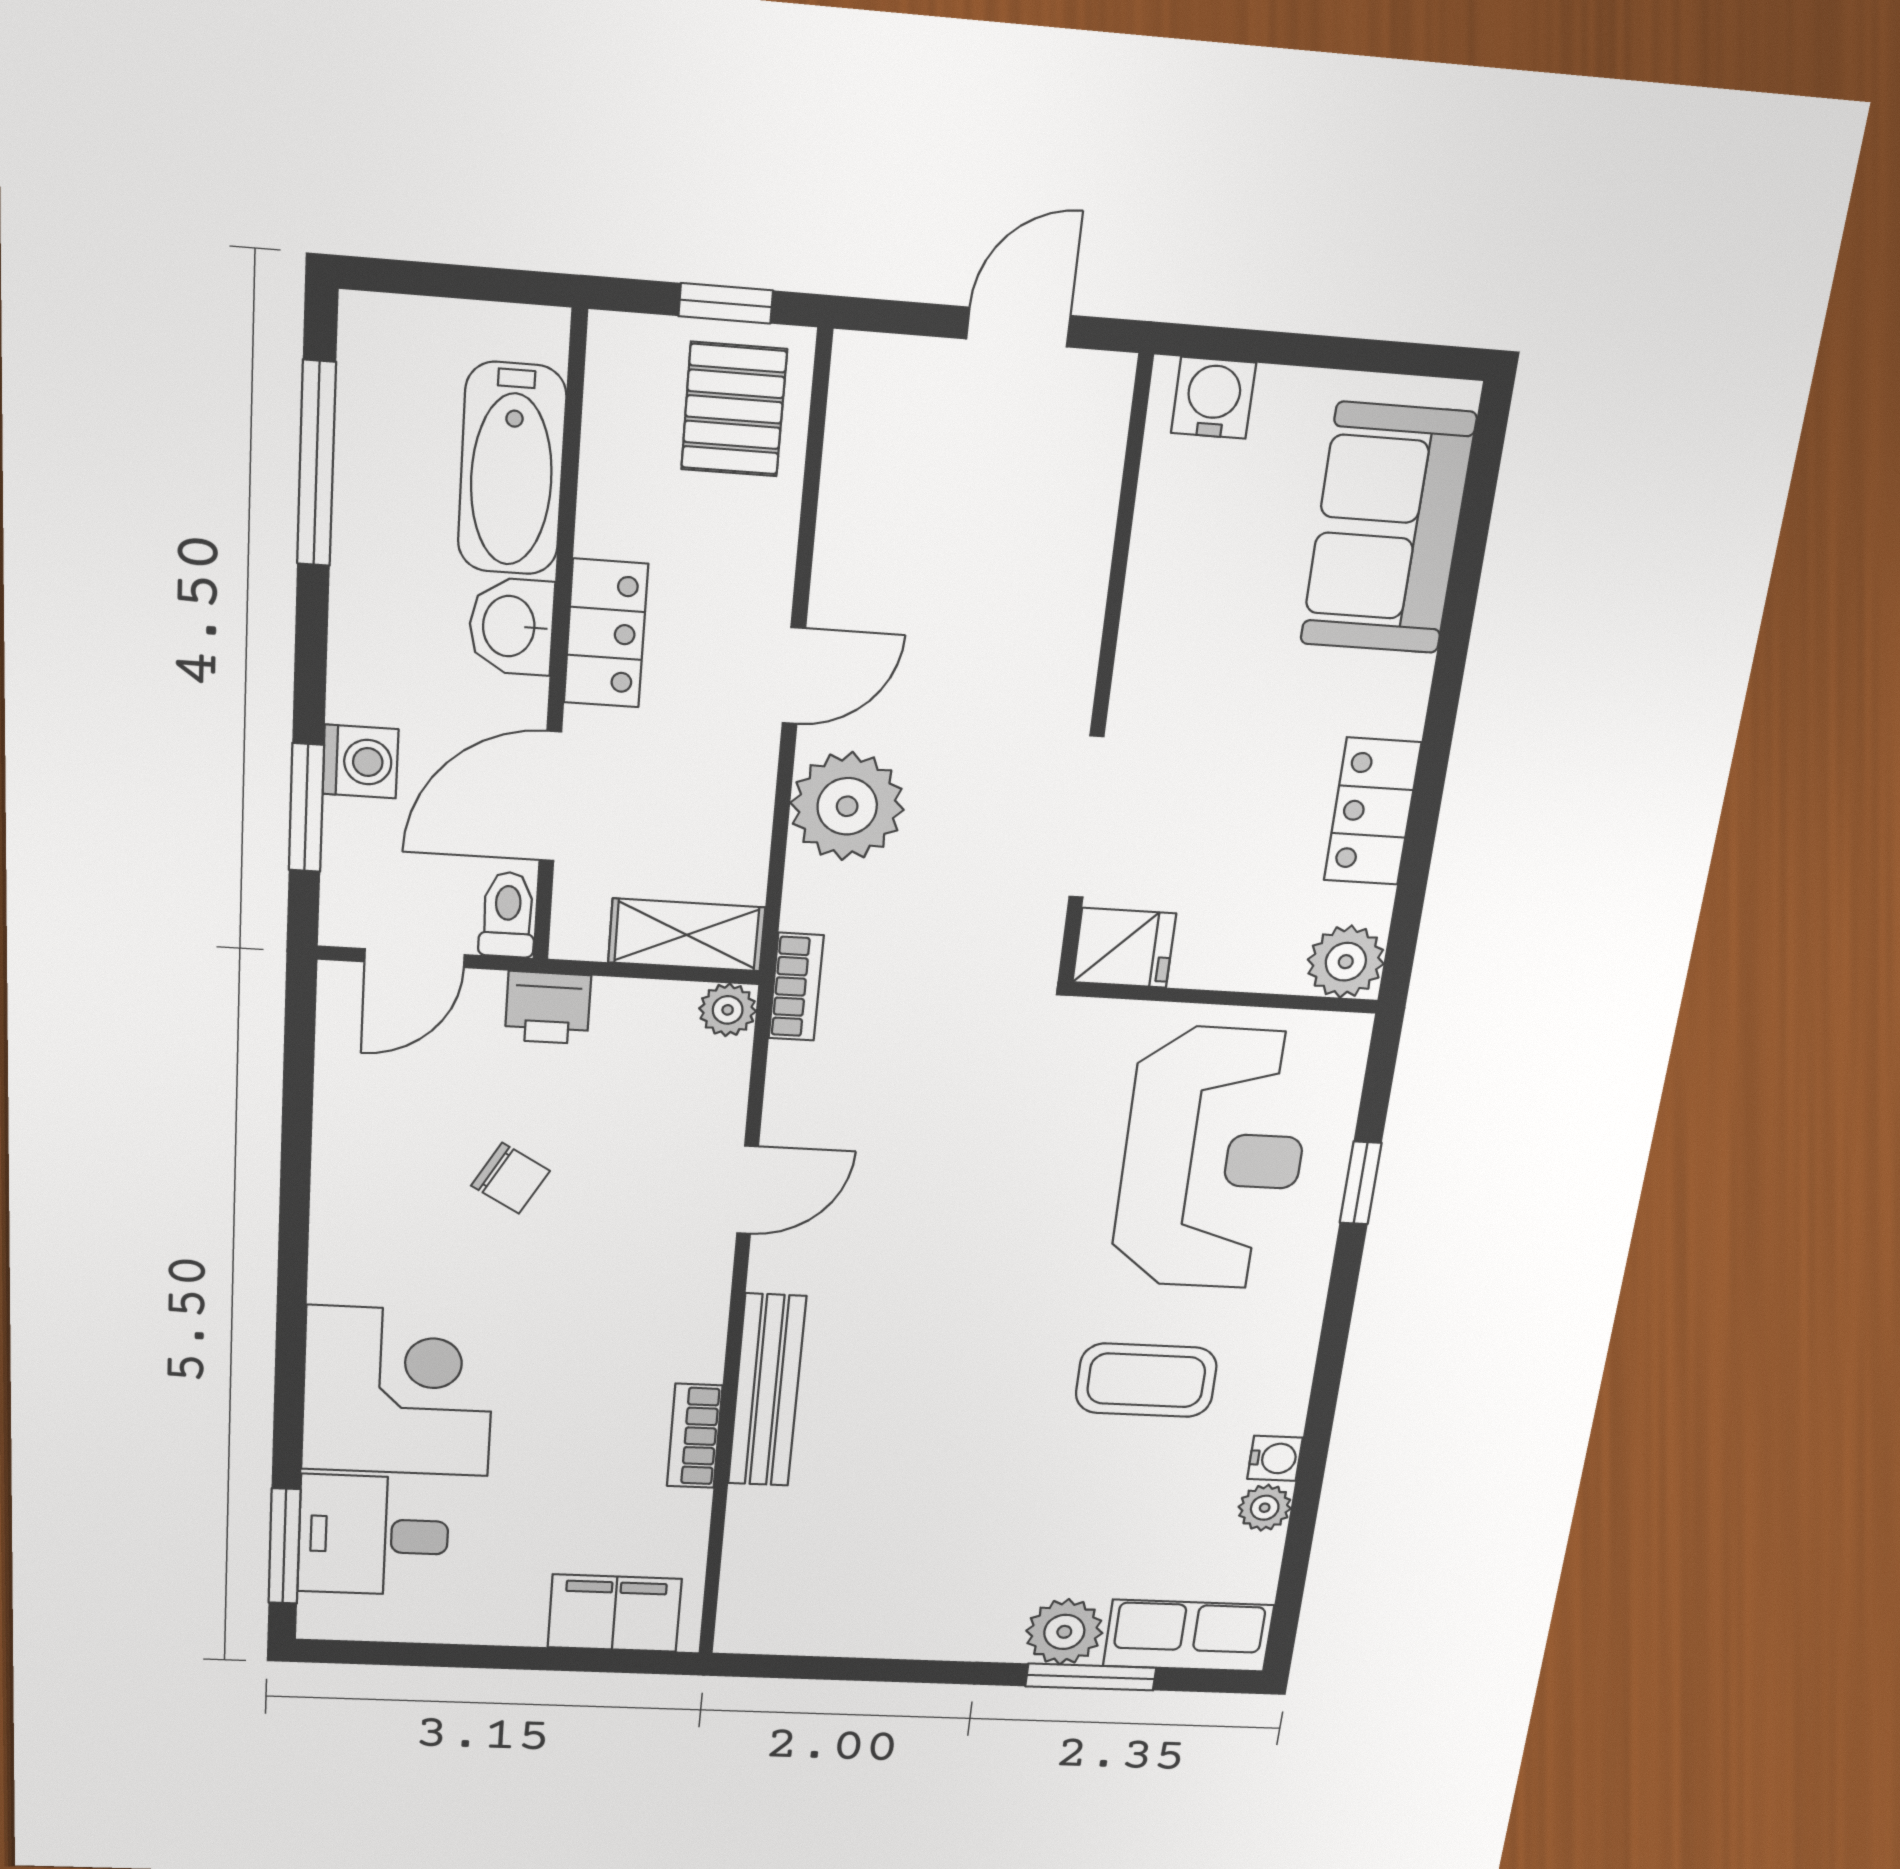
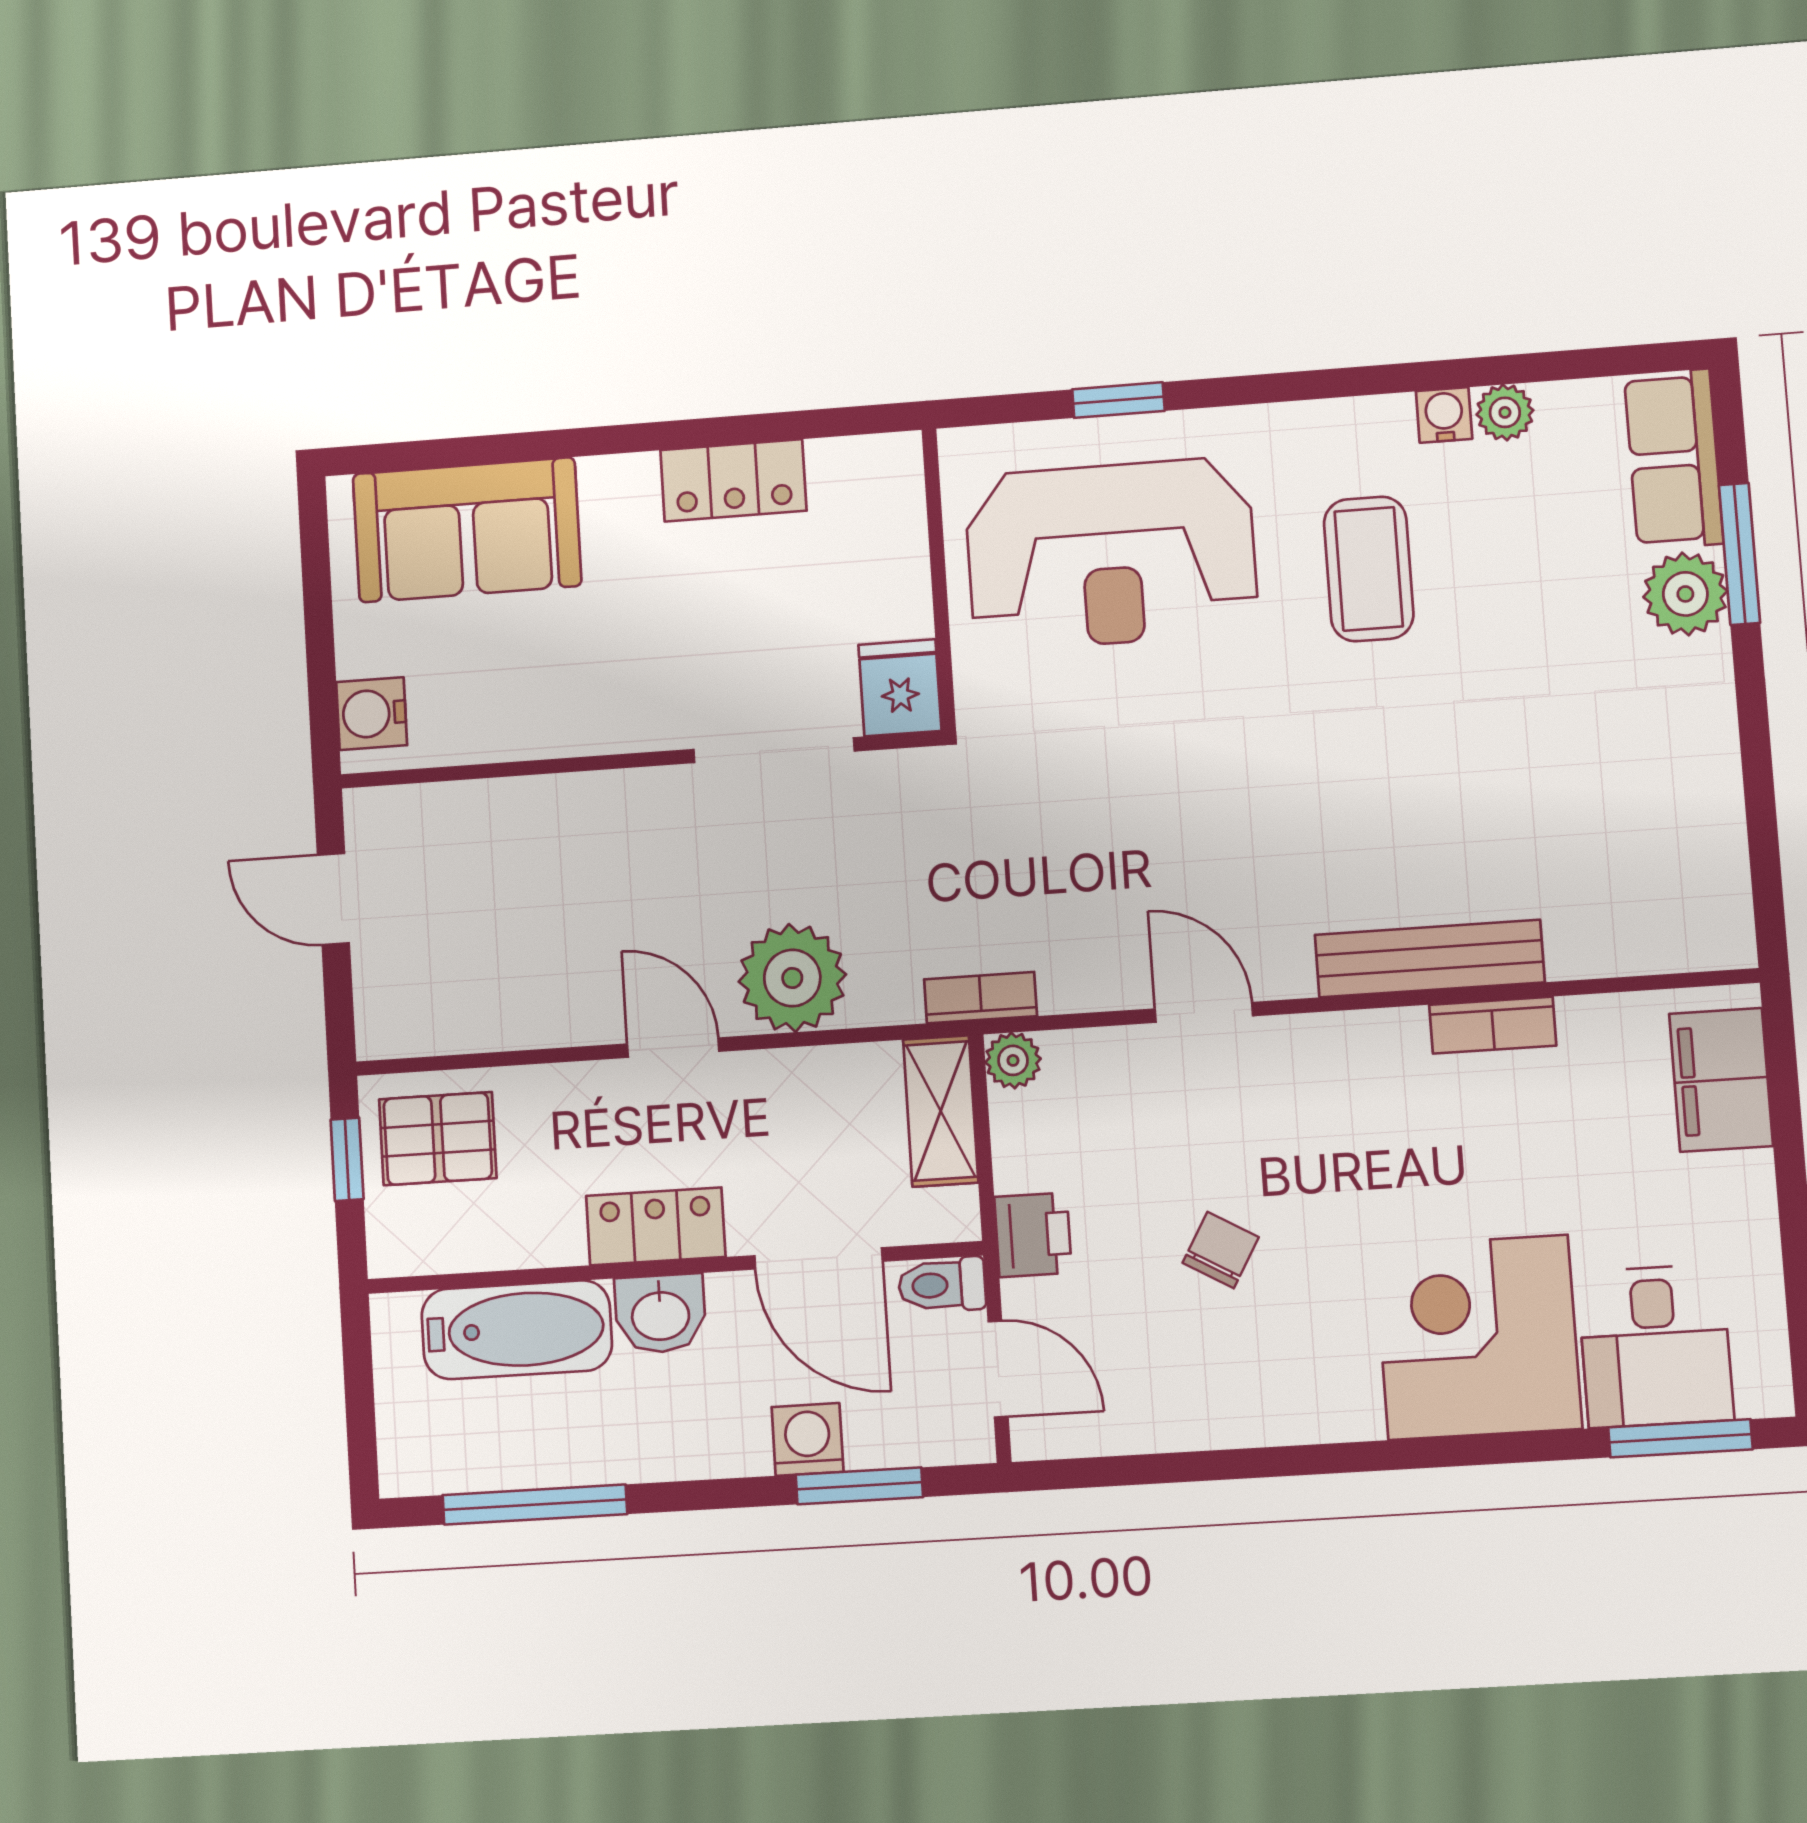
plant: (1346, 962) -> (886, 470), removed
reception desk: (1213, 1159) -> (1111, 554), turned 180

